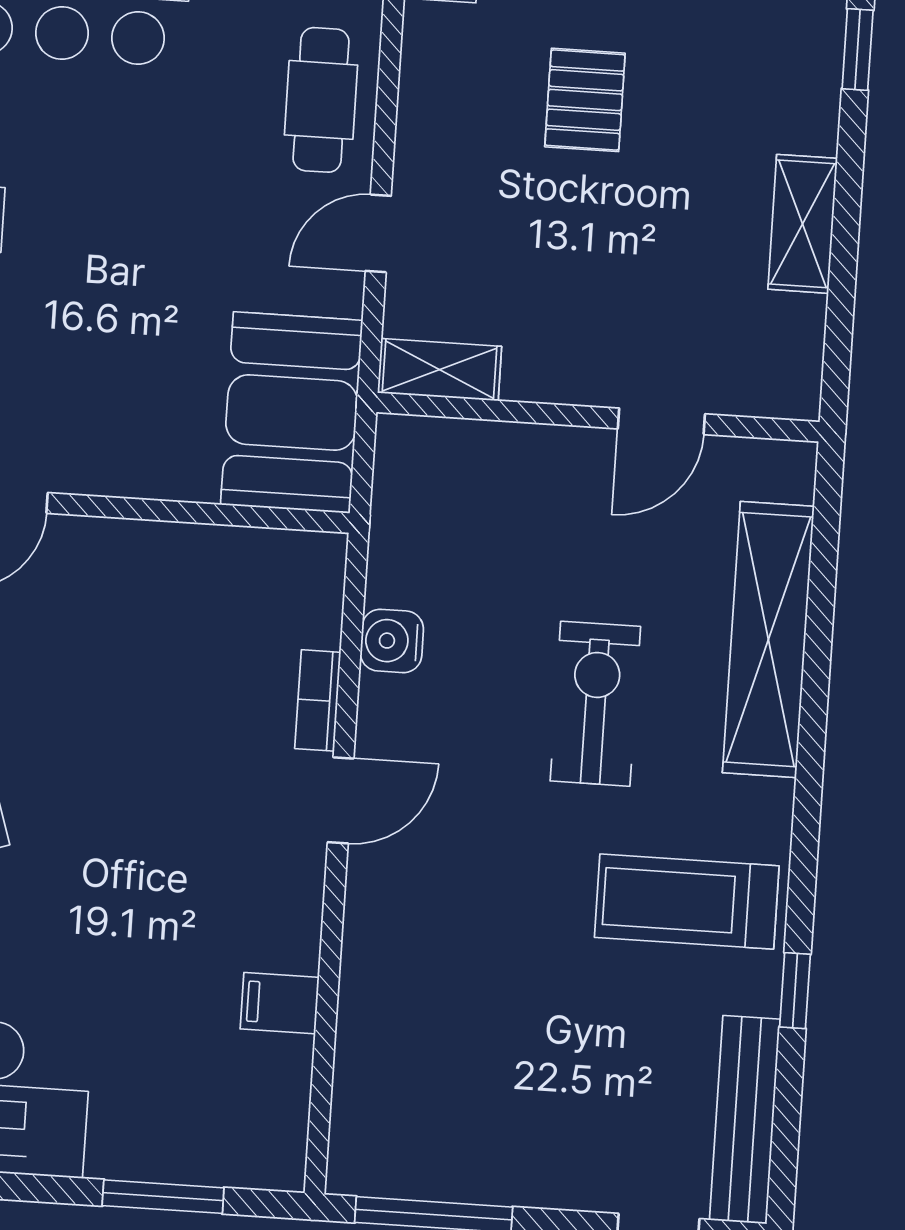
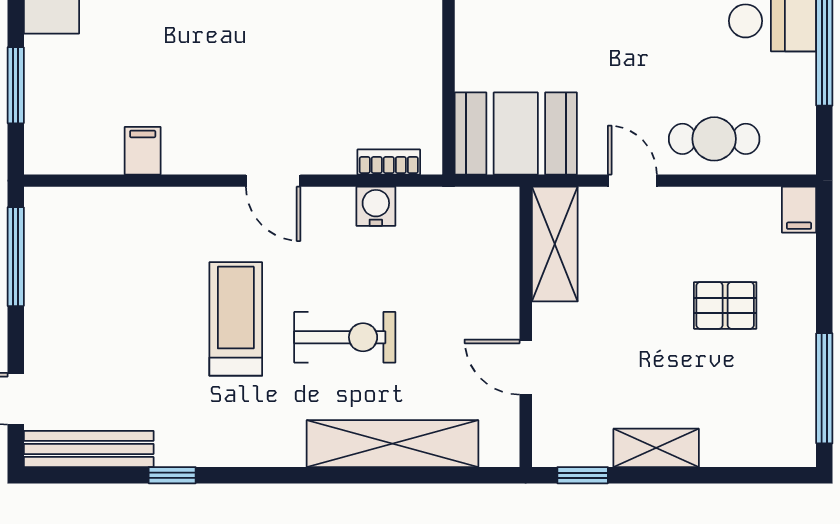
window: (858, 50) -> (583, 475), moved
shelving: (440, 370) -> (555, 244), width x1.50, depth x1.33
bookcase: (318, 700) -> (389, 162), moved
treadmill: (687, 902) -> (236, 319), moved

